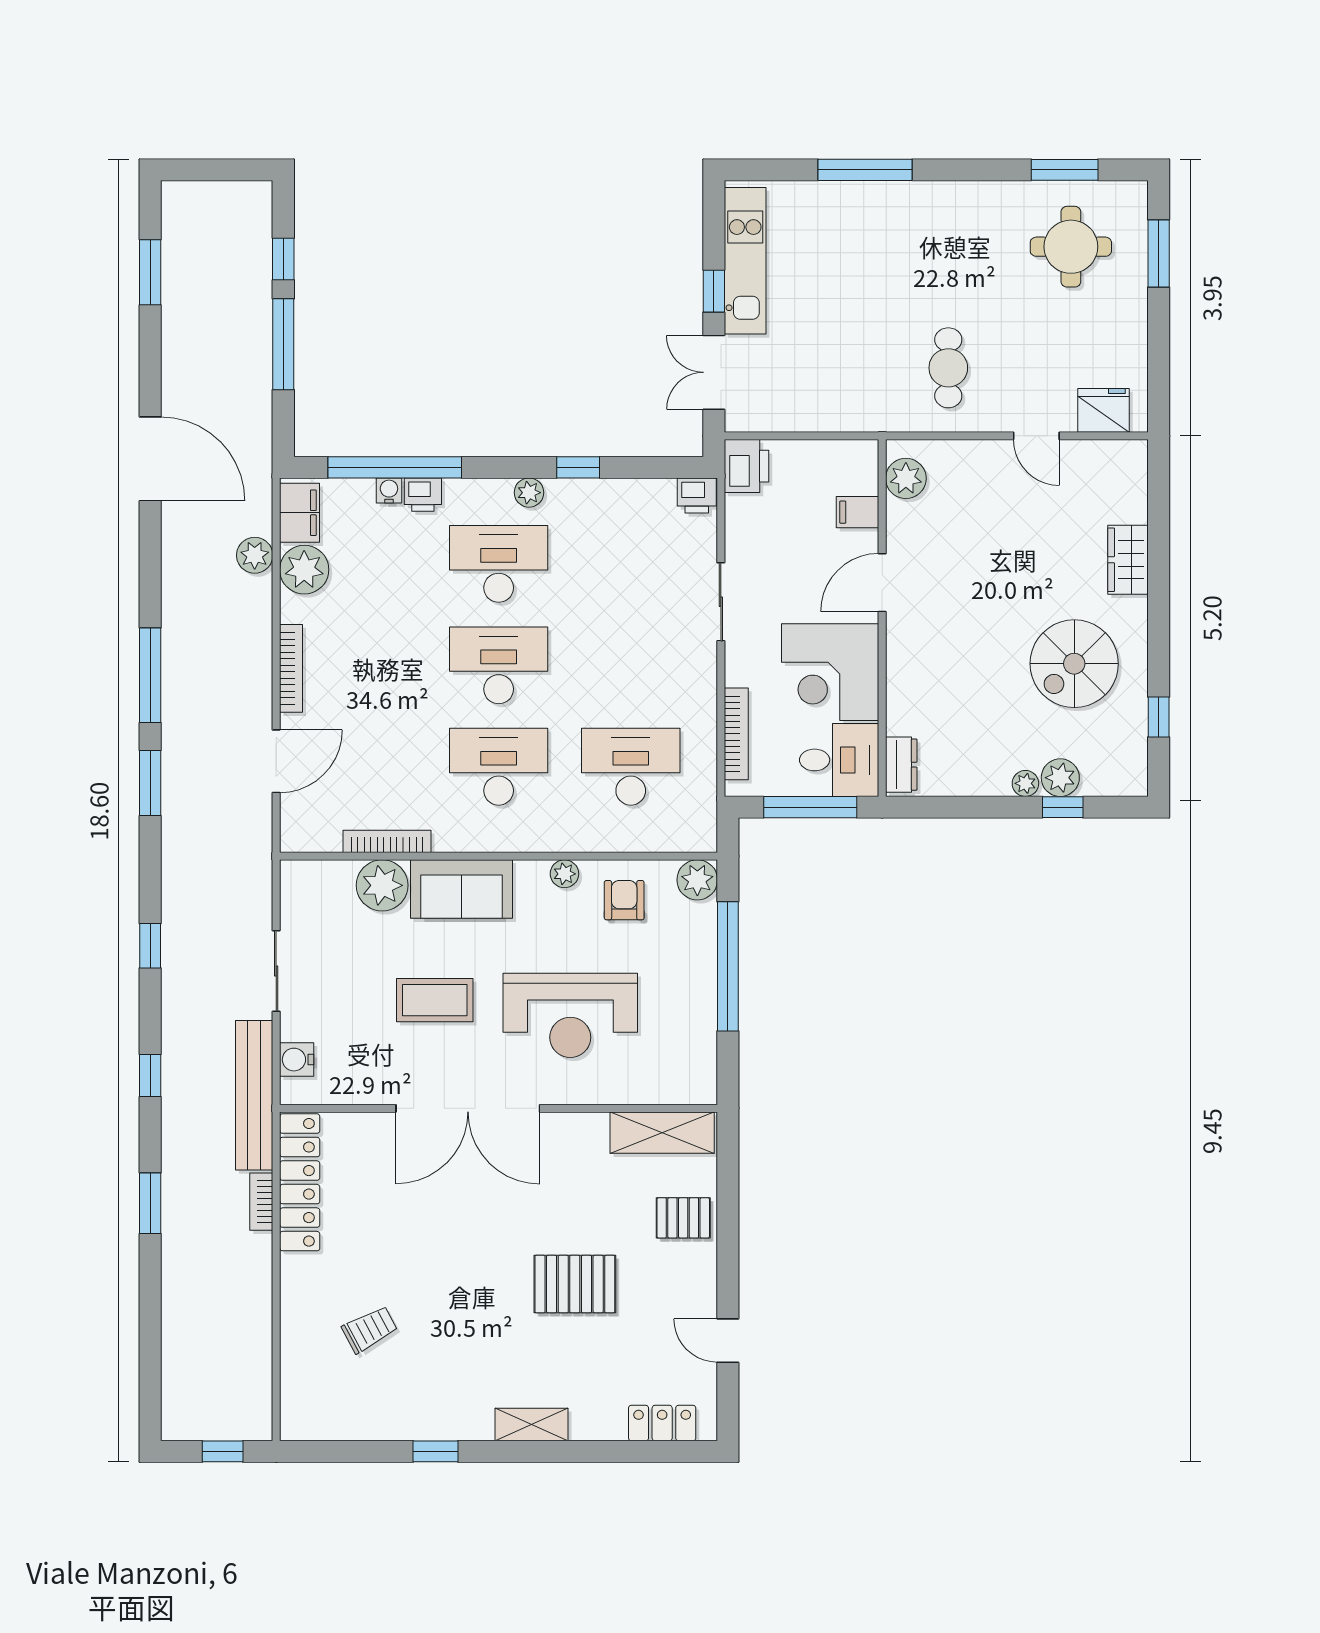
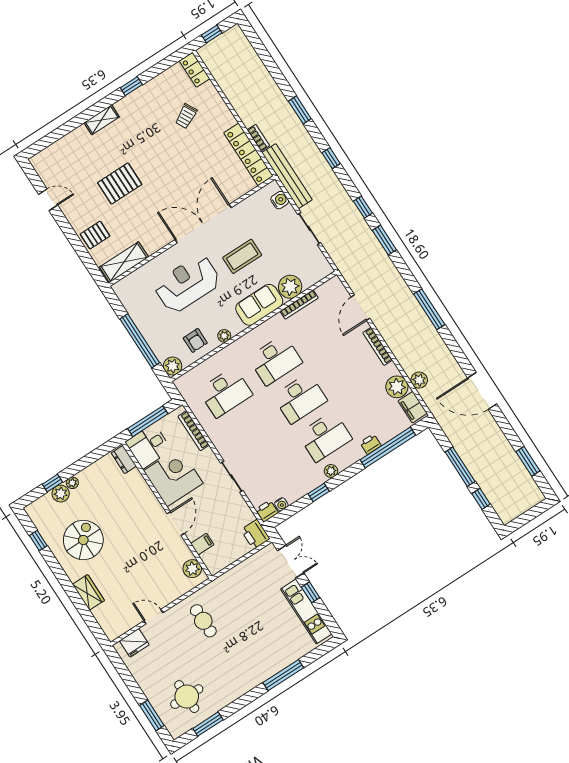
water cooler: (389, 491) -> (281, 504), moved
window: (150, 783) -> (384, 240), moved
locker: (662, 1423) -> (195, 70), moved, turned 90

